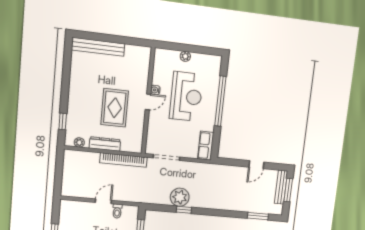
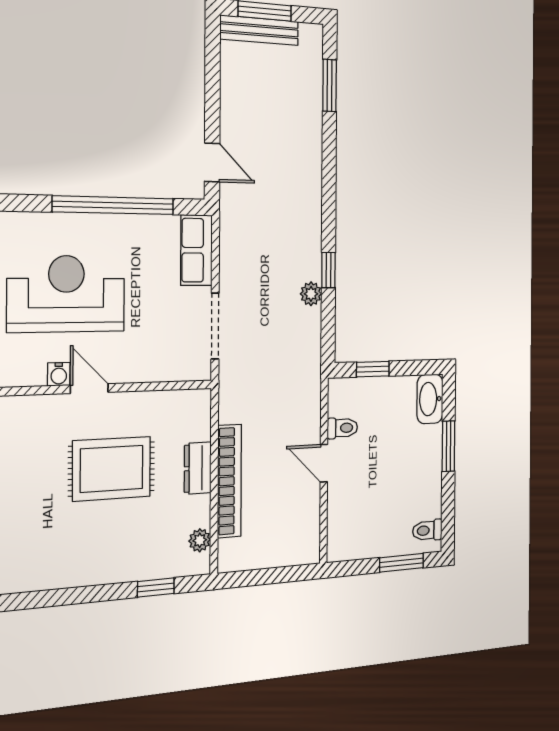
window: (220, 101) -> (114, 205), moved
dresser: (105, 144) -> (198, 468), width x0.70
row of seats: (206, 146) -> (196, 250), moved, turned 90
bookcase: (123, 160) -> (229, 481), moved
door: (256, 165) -> (212, 162), moved
plant: (180, 197) -> (311, 294), width x0.53, depth x0.53

